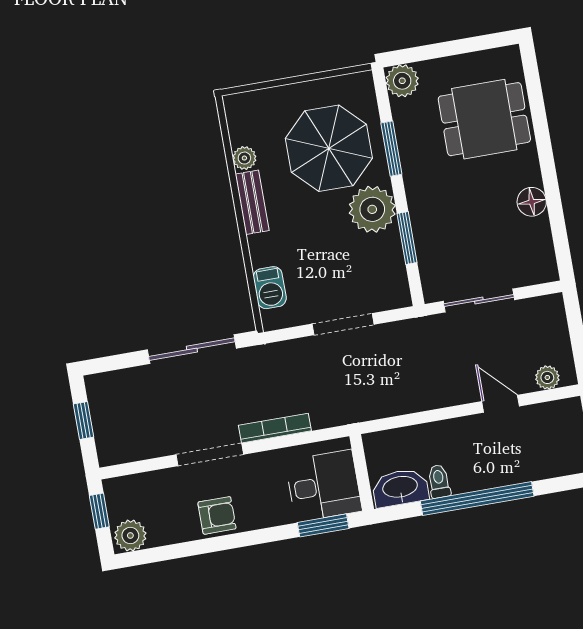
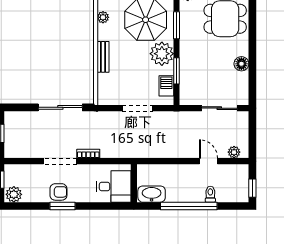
bench: (252, 202) -> (103, 57), moved
barbecue: (270, 288) -> (166, 86), moved, turned 180
sliding door: (479, 300) -> (219, 108), moved
bookcase: (275, 428) -> (88, 154), width x0.64
toilet: (439, 481) -> (210, 194), moved
window: (323, 525) -> (63, 206), moved

